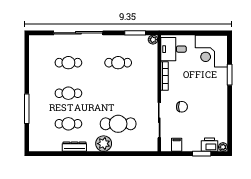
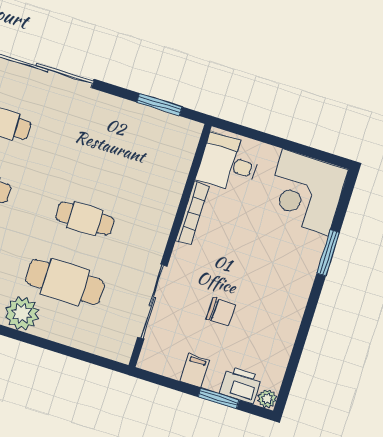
plant: (153, 40) -> (192, 130), removed
cafe table: (118, 63) -> (85, 219), moved
chair: (182, 107) -> (221, 312), moved
filing cabinet: (177, 145) -> (195, 371), moved

